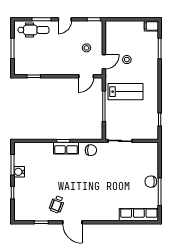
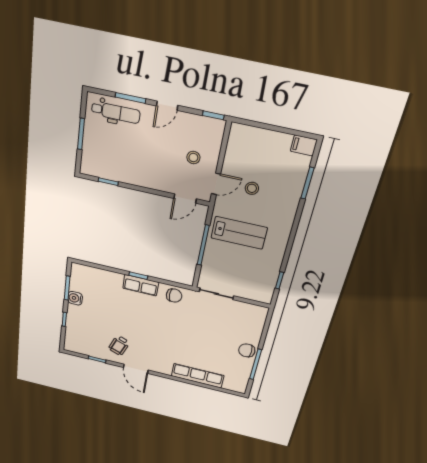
row of seats: (139, 215) -> (198, 376), moved

